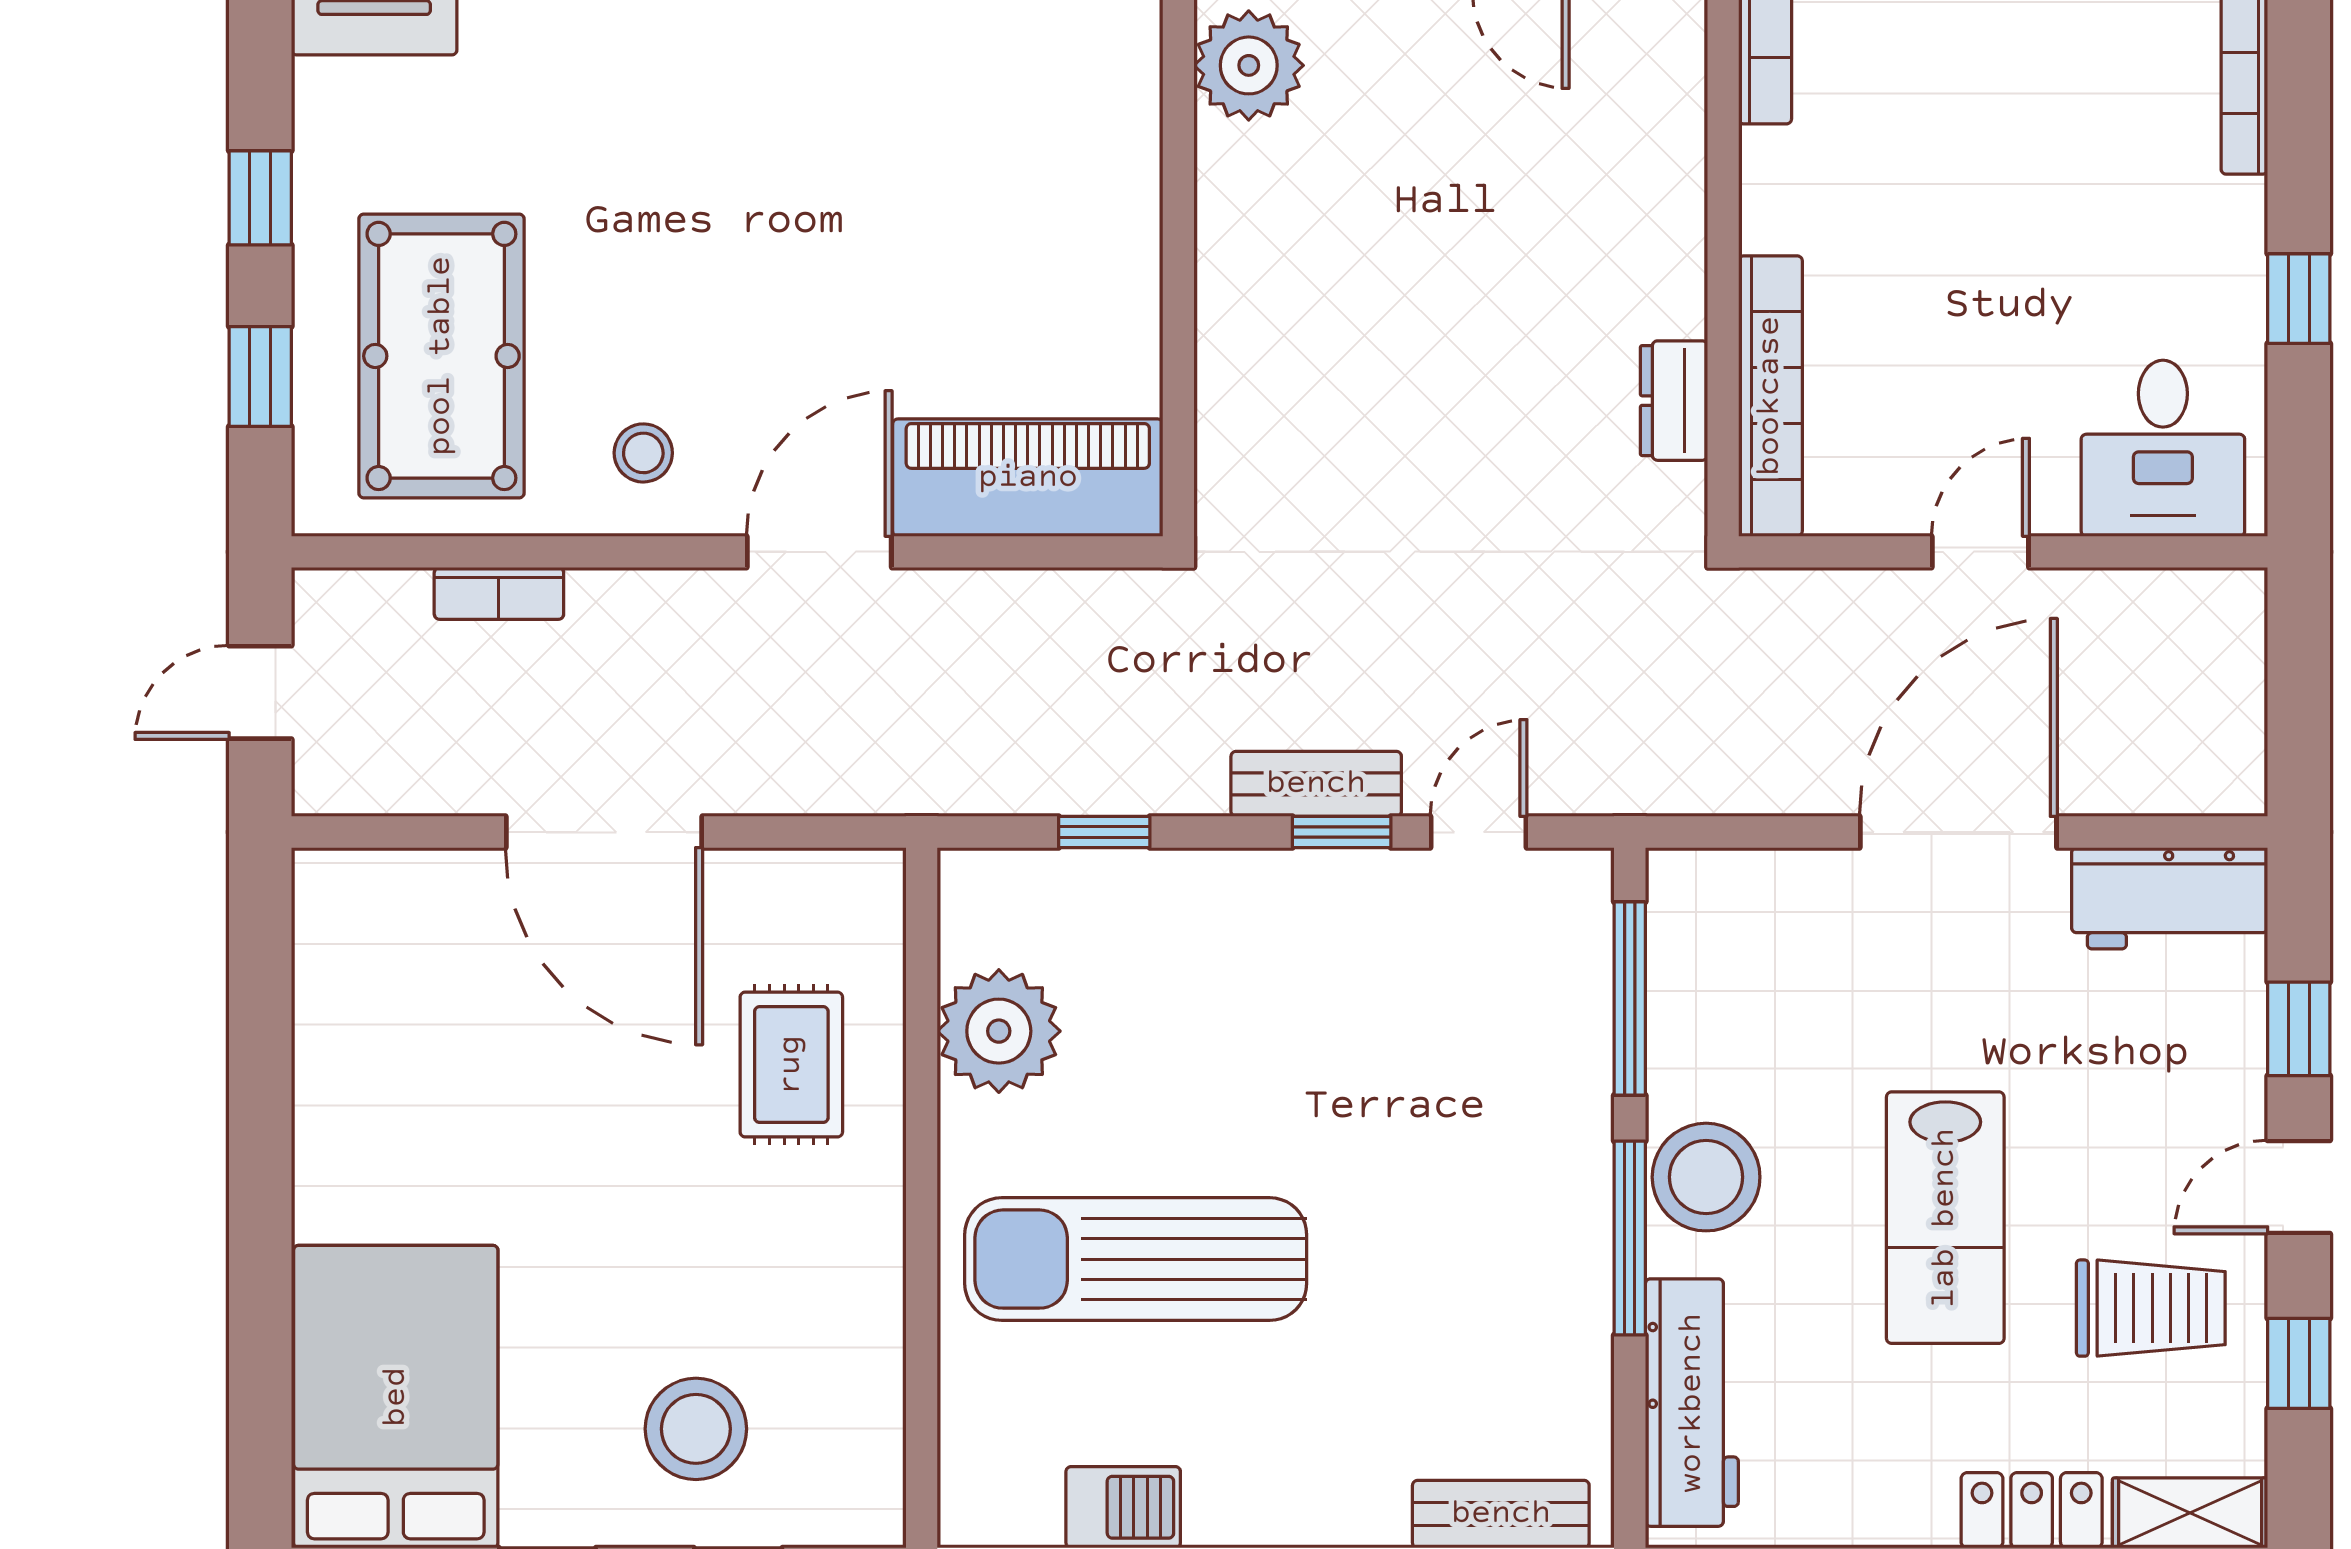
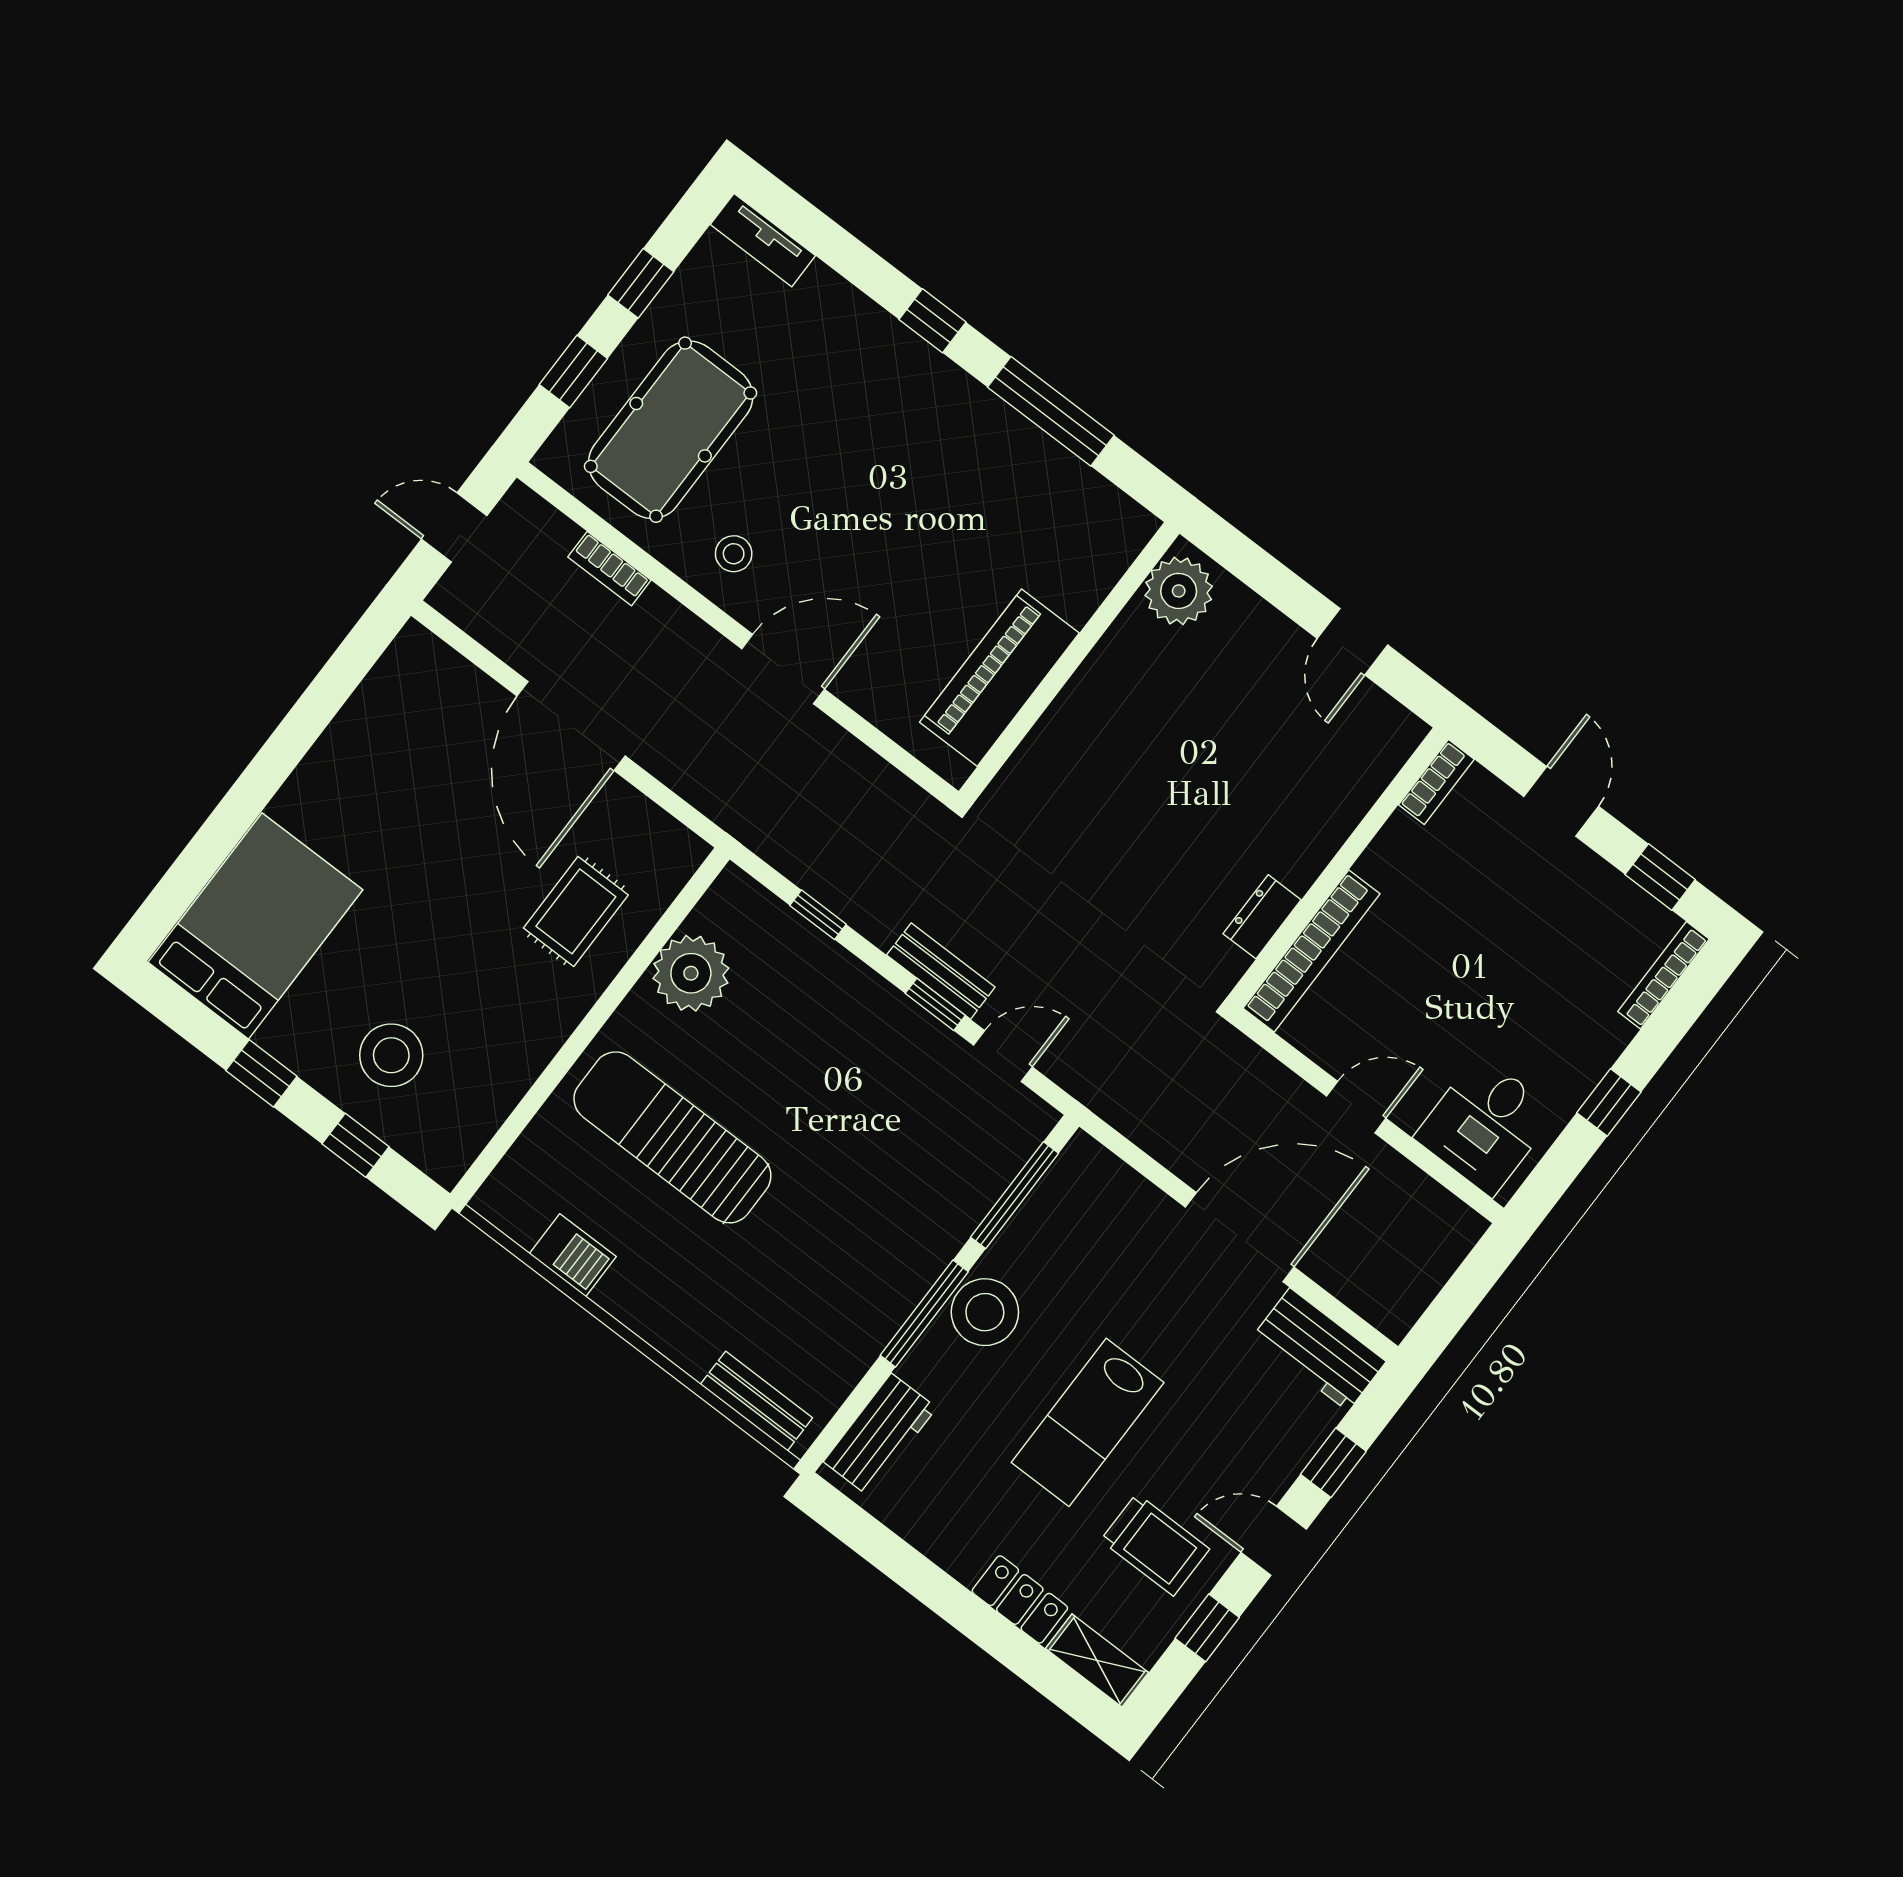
piano: (1028, 478) -> (999, 678), moved, turned -90
workbench: (1692, 1403) -> (880, 1435), width x0.73

